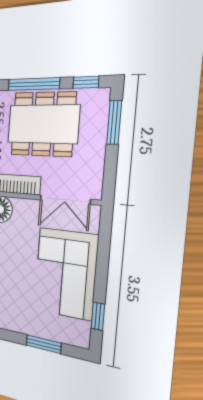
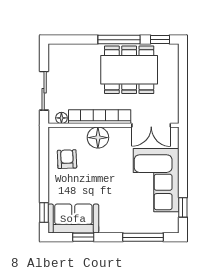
window: (114, 122) -> (183, 68), removed
window: (44, 344) -> (143, 237), width x1.44

